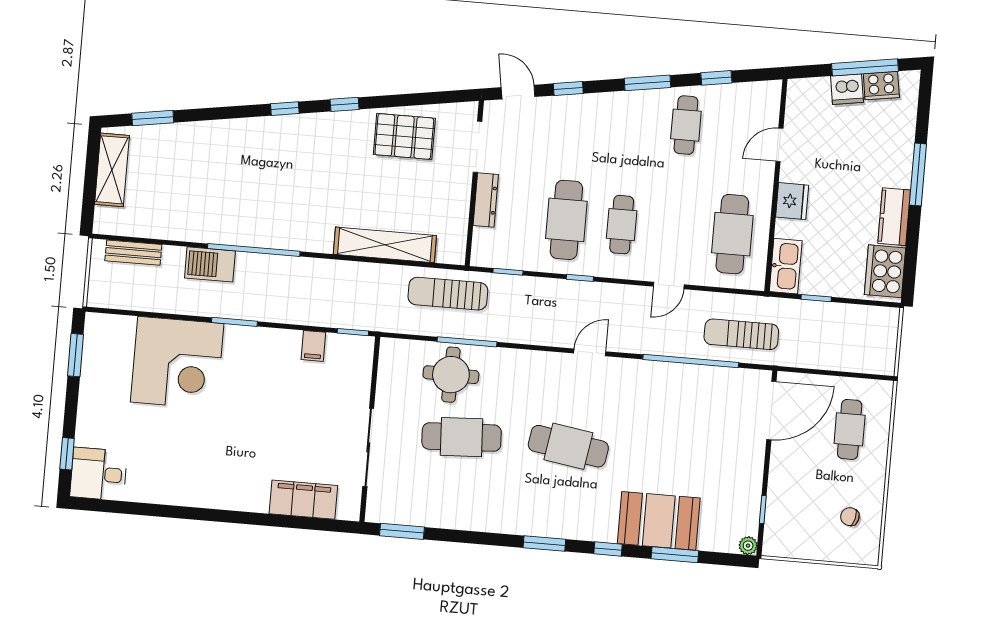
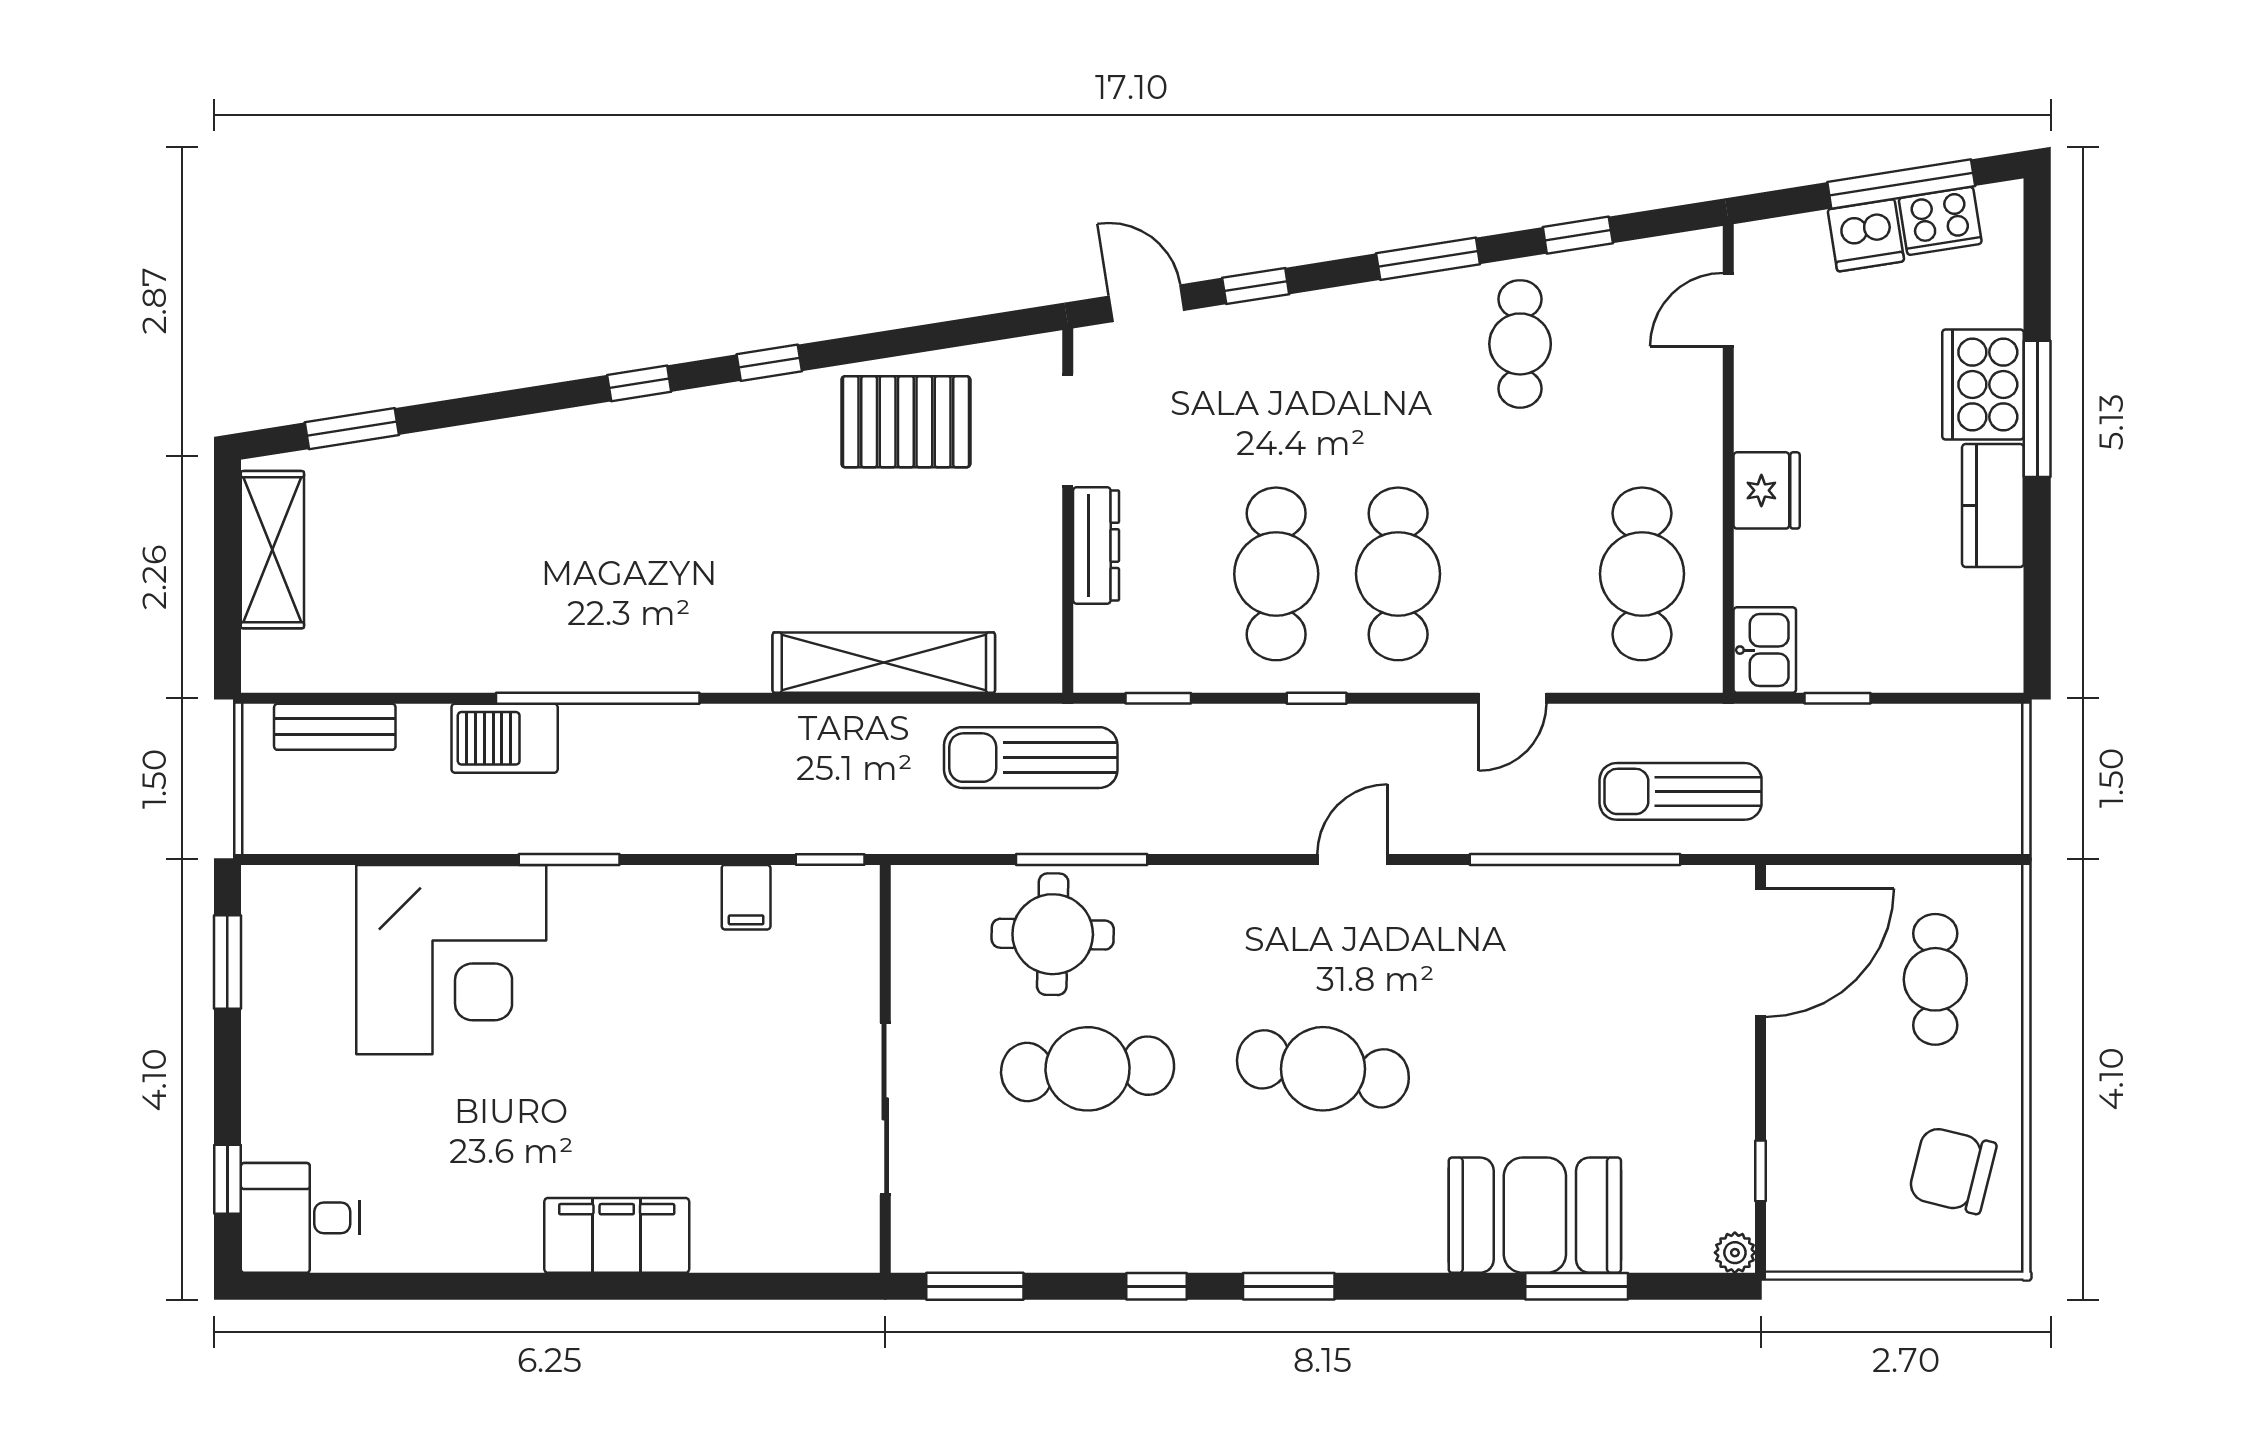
door: (779, 145) -> (1728, 310), moved
cafe table: (622, 225) -> (1398, 574), width x1.37, depth x1.35
kitchen sink: (786, 266) -> (1765, 650), width x0.73
cooker: (885, 271) -> (1983, 384), moved
filing cabinet: (303, 500) -> (617, 1235), moved
chair: (850, 517) -> (1952, 1170), width x1.87, depth x1.87
window: (608, 549) -> (1156, 1286), moved

